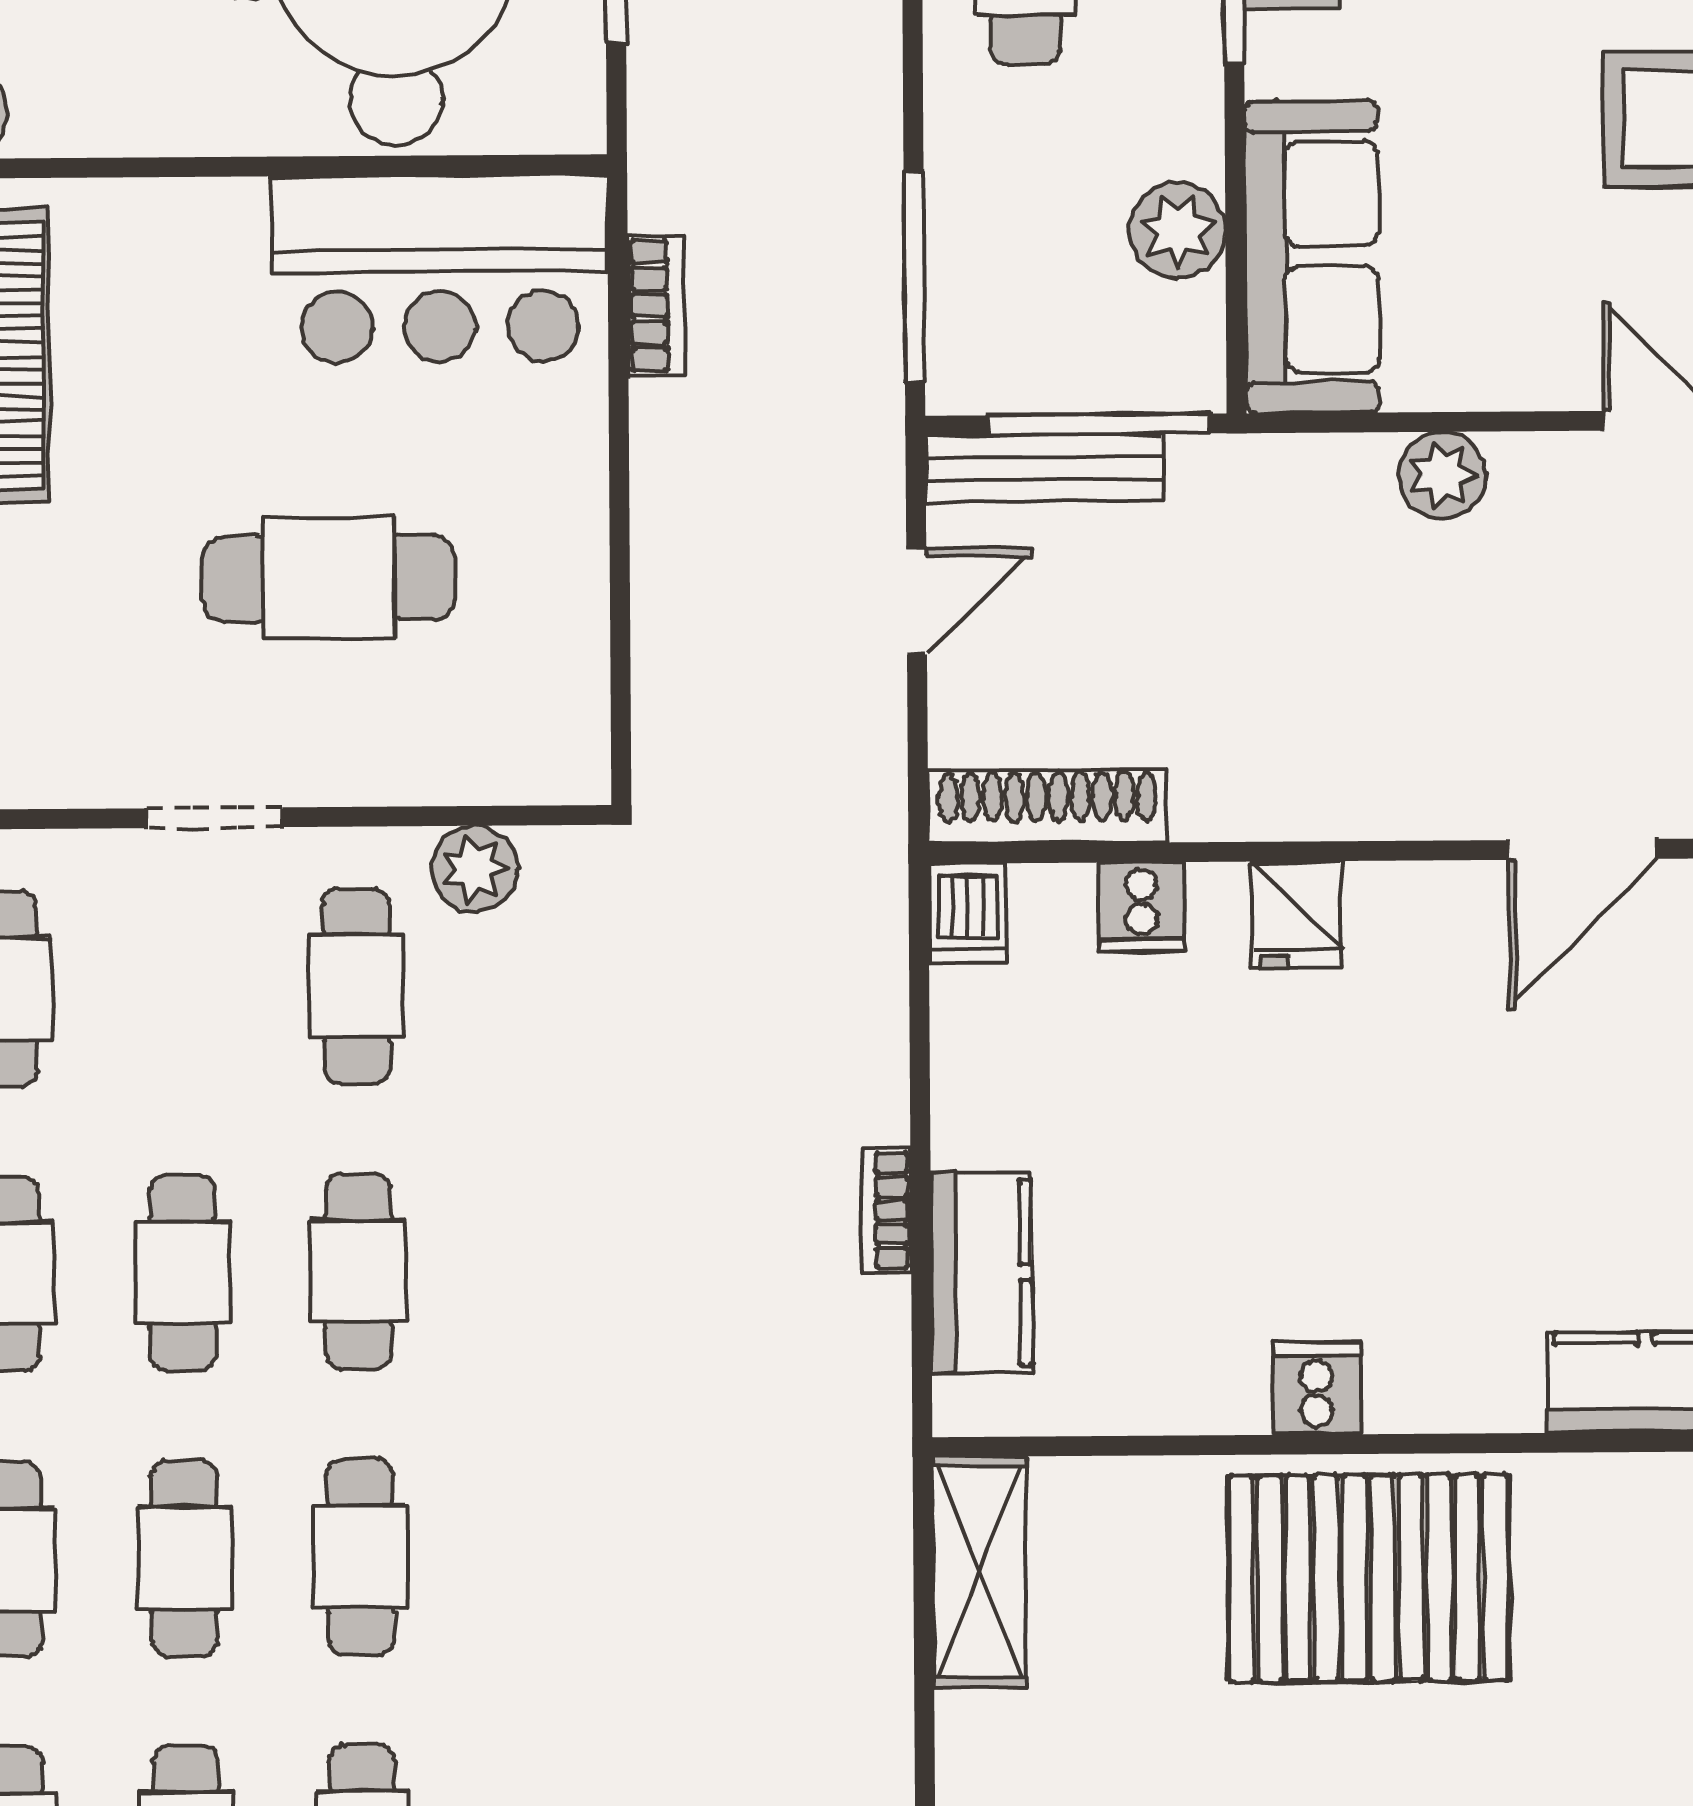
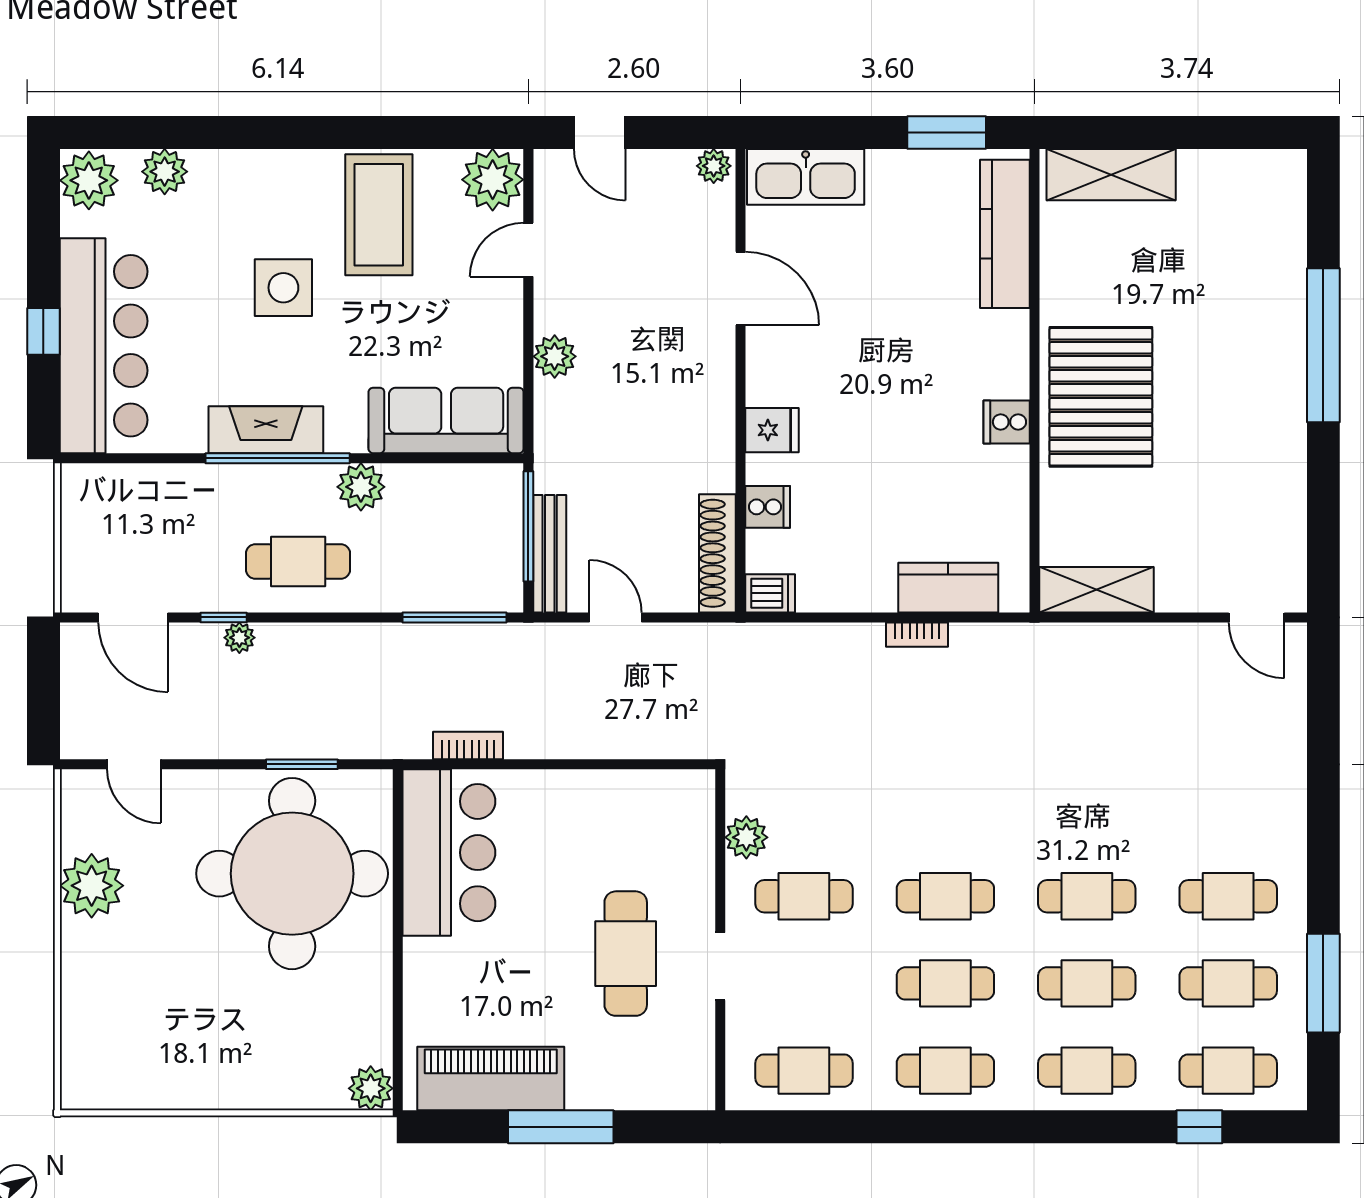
plant: (1178, 230) -> (361, 487), moved
cafe table: (329, 578) -> (626, 954), moved

